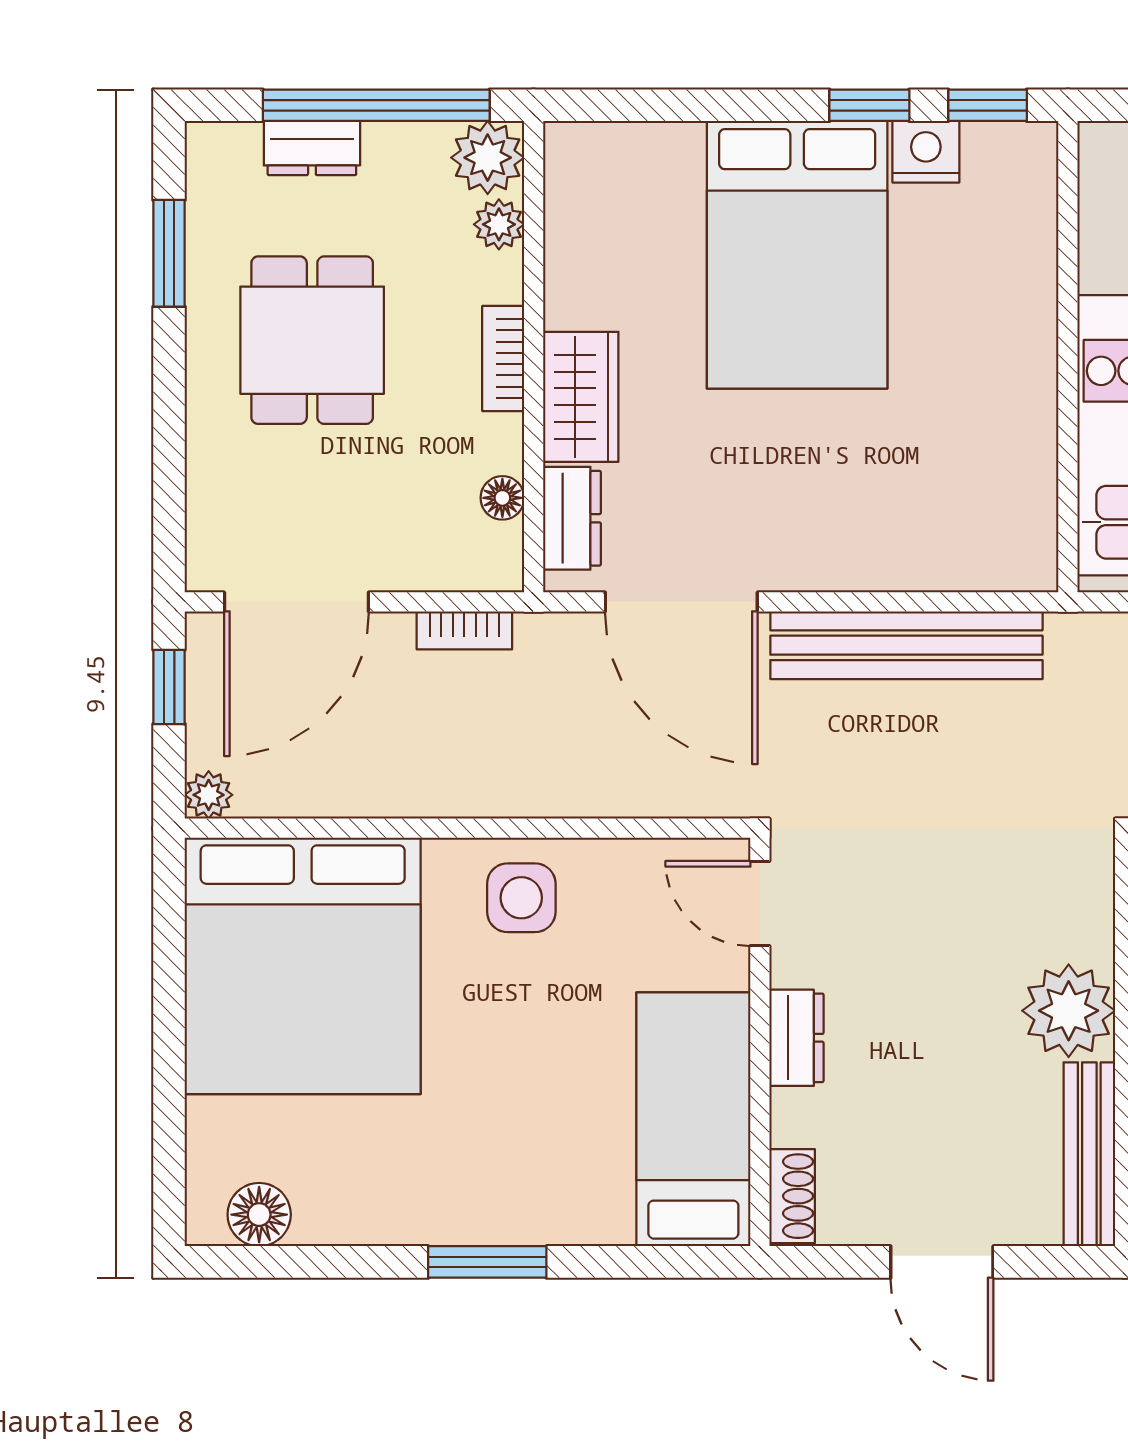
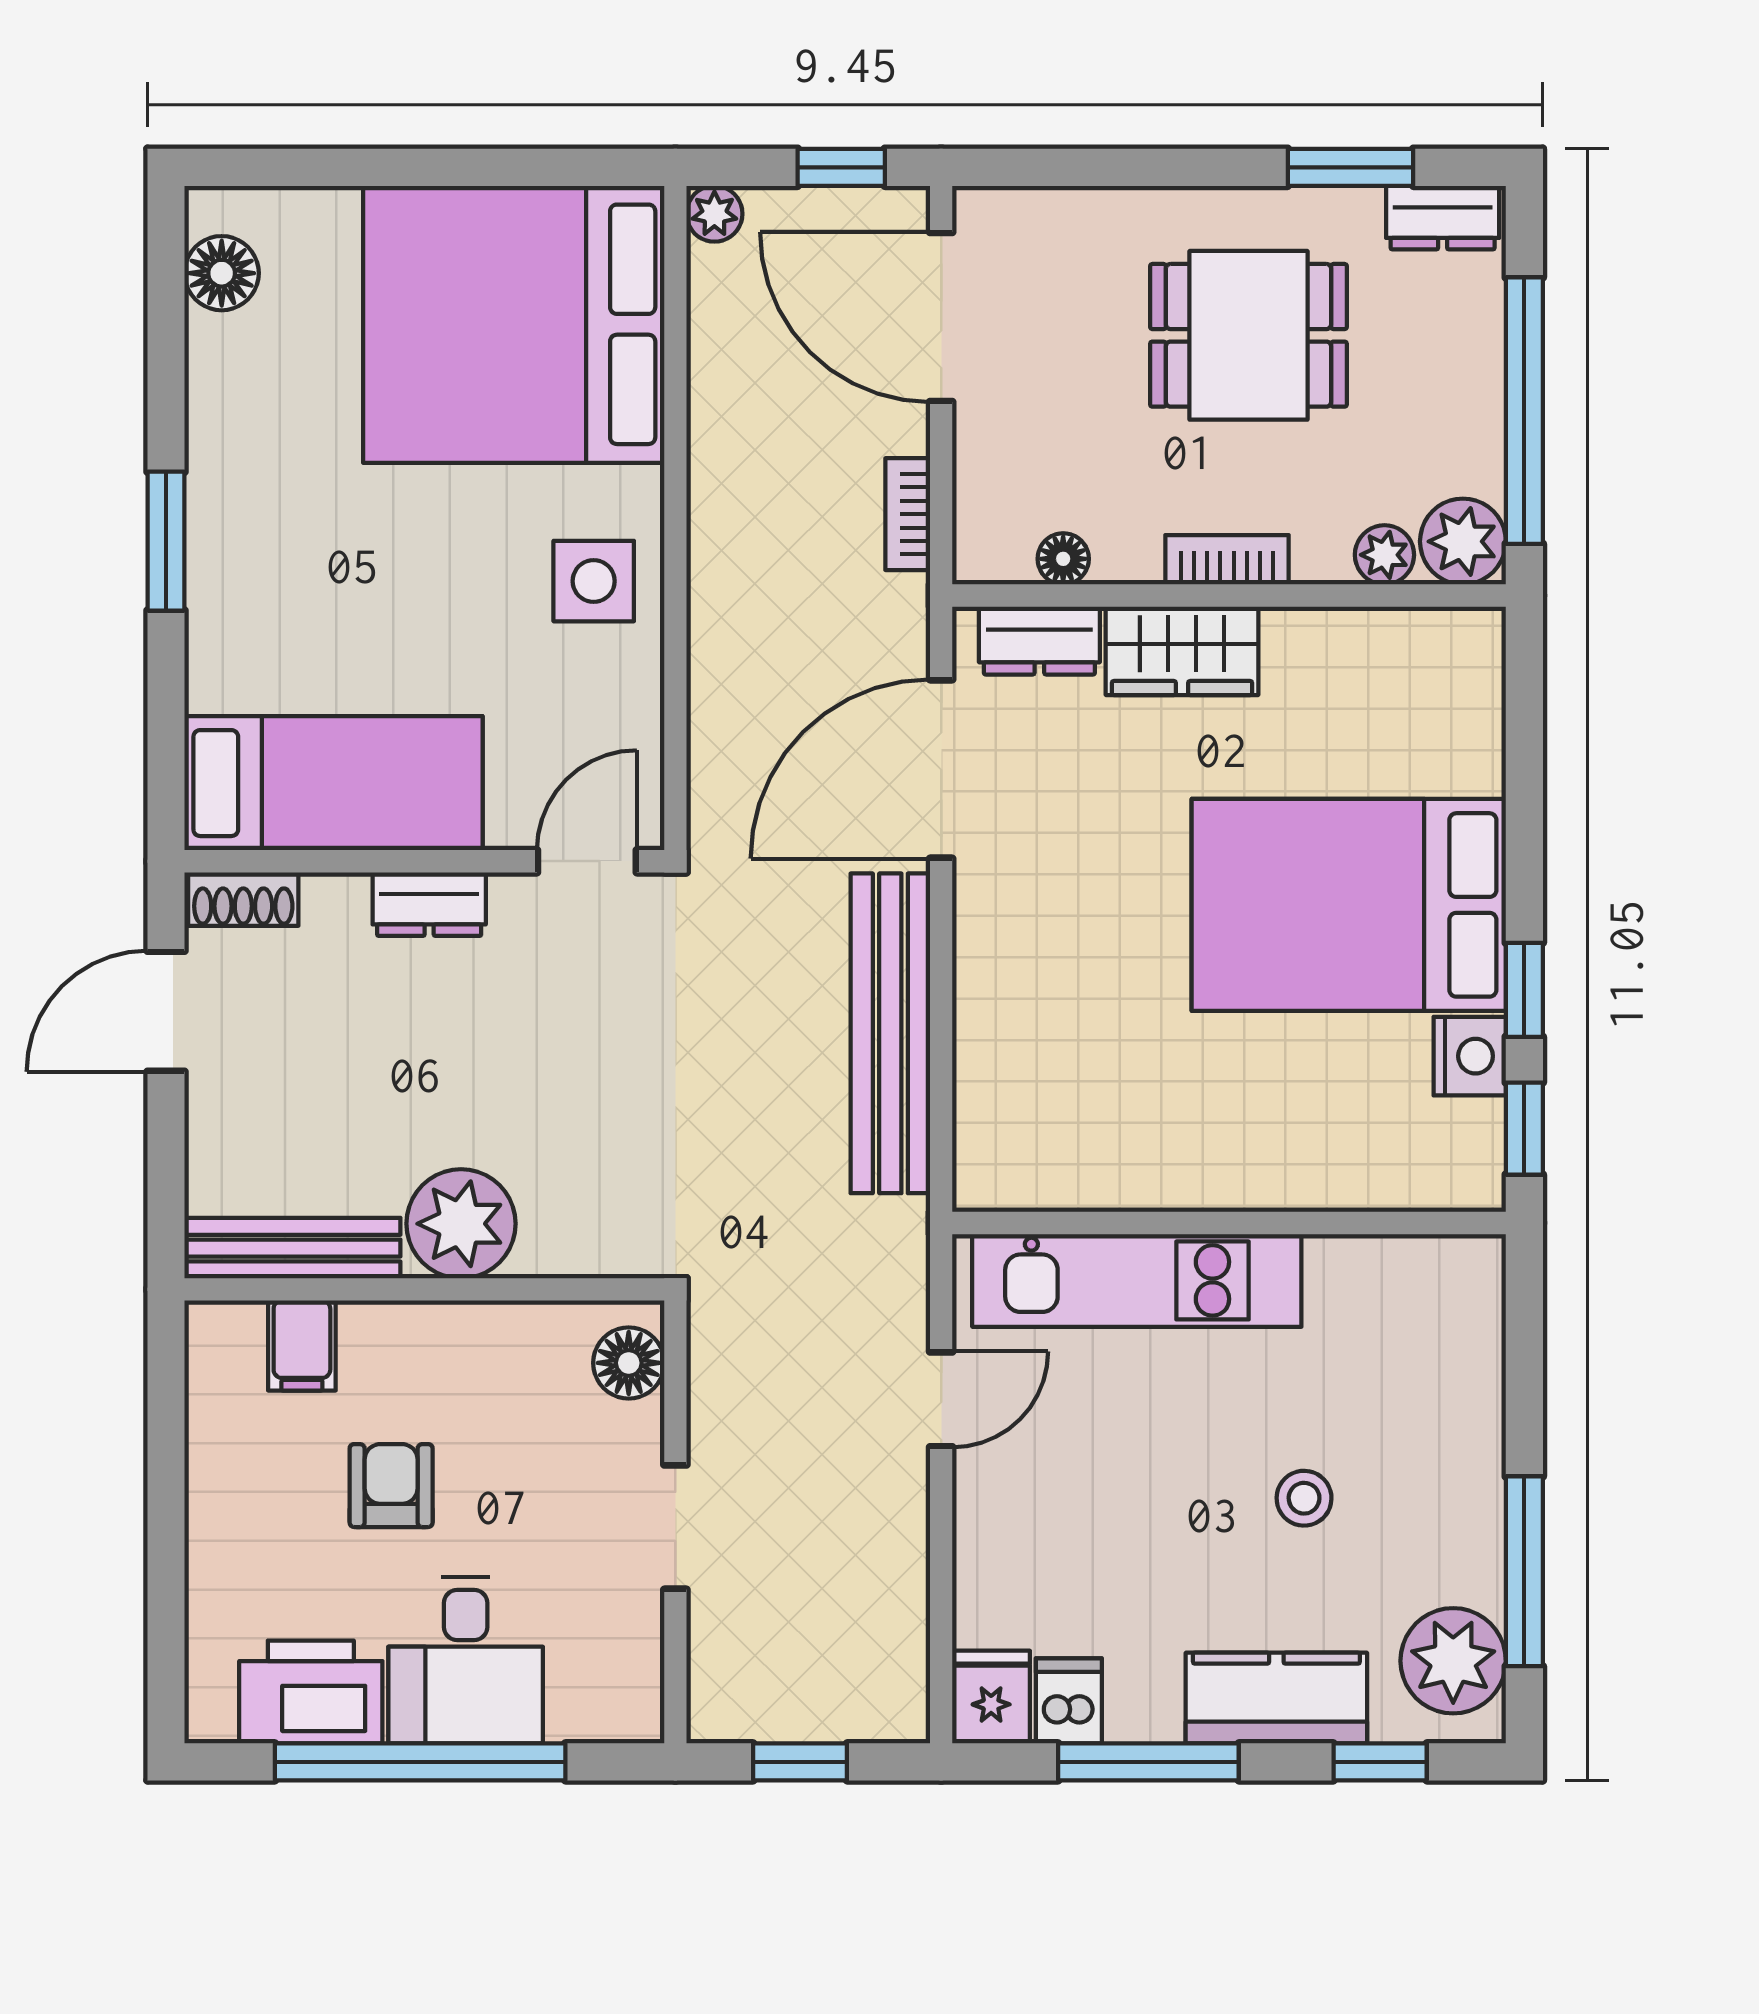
dresser: (312, 148) -> (1443, 218), moved, turned -90
door: (942, 1262) -> (166, 1011), moved

